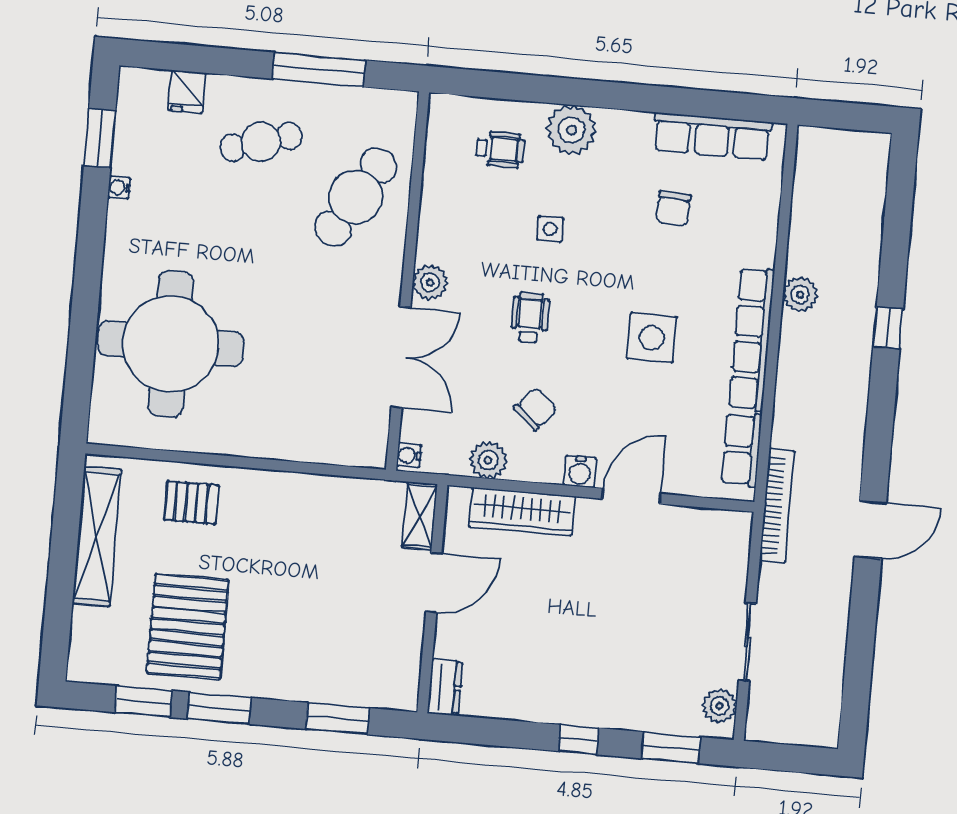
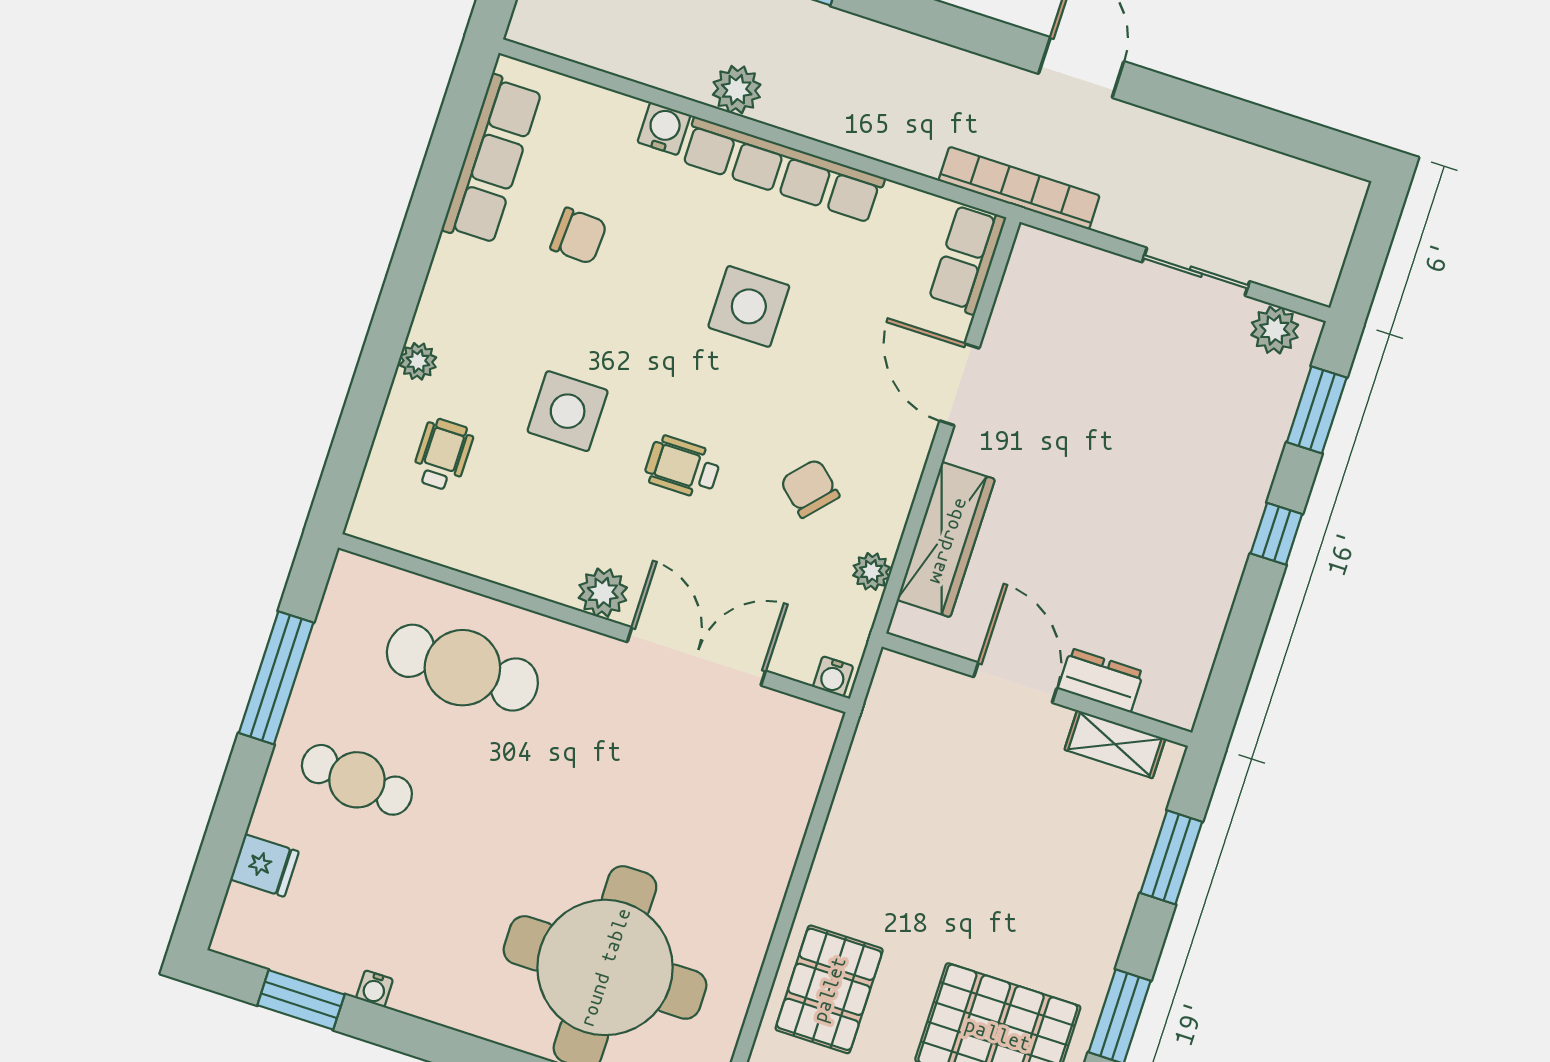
plant: (571, 130) -> (418, 361), width x0.53, depth x0.53
cafe table: (261, 142) -> (357, 780), turned -68
cafe table: (356, 197) -> (462, 668), turned -31
side table: (550, 229) -> (568, 411), width x1.87, depth x1.87
row of seats: (742, 450) -> (967, 259), moved, turned 90
plant: (488, 460) -> (872, 571), width x0.73, depth x0.73
water cooler: (580, 472) -> (664, 129), moved, turned -90
pallet: (191, 503) -> (829, 989), width x1.50, depth x1.42
shelving: (420, 516) -> (1115, 744), moved
dresser: (445, 687) -> (1101, 680), moved

